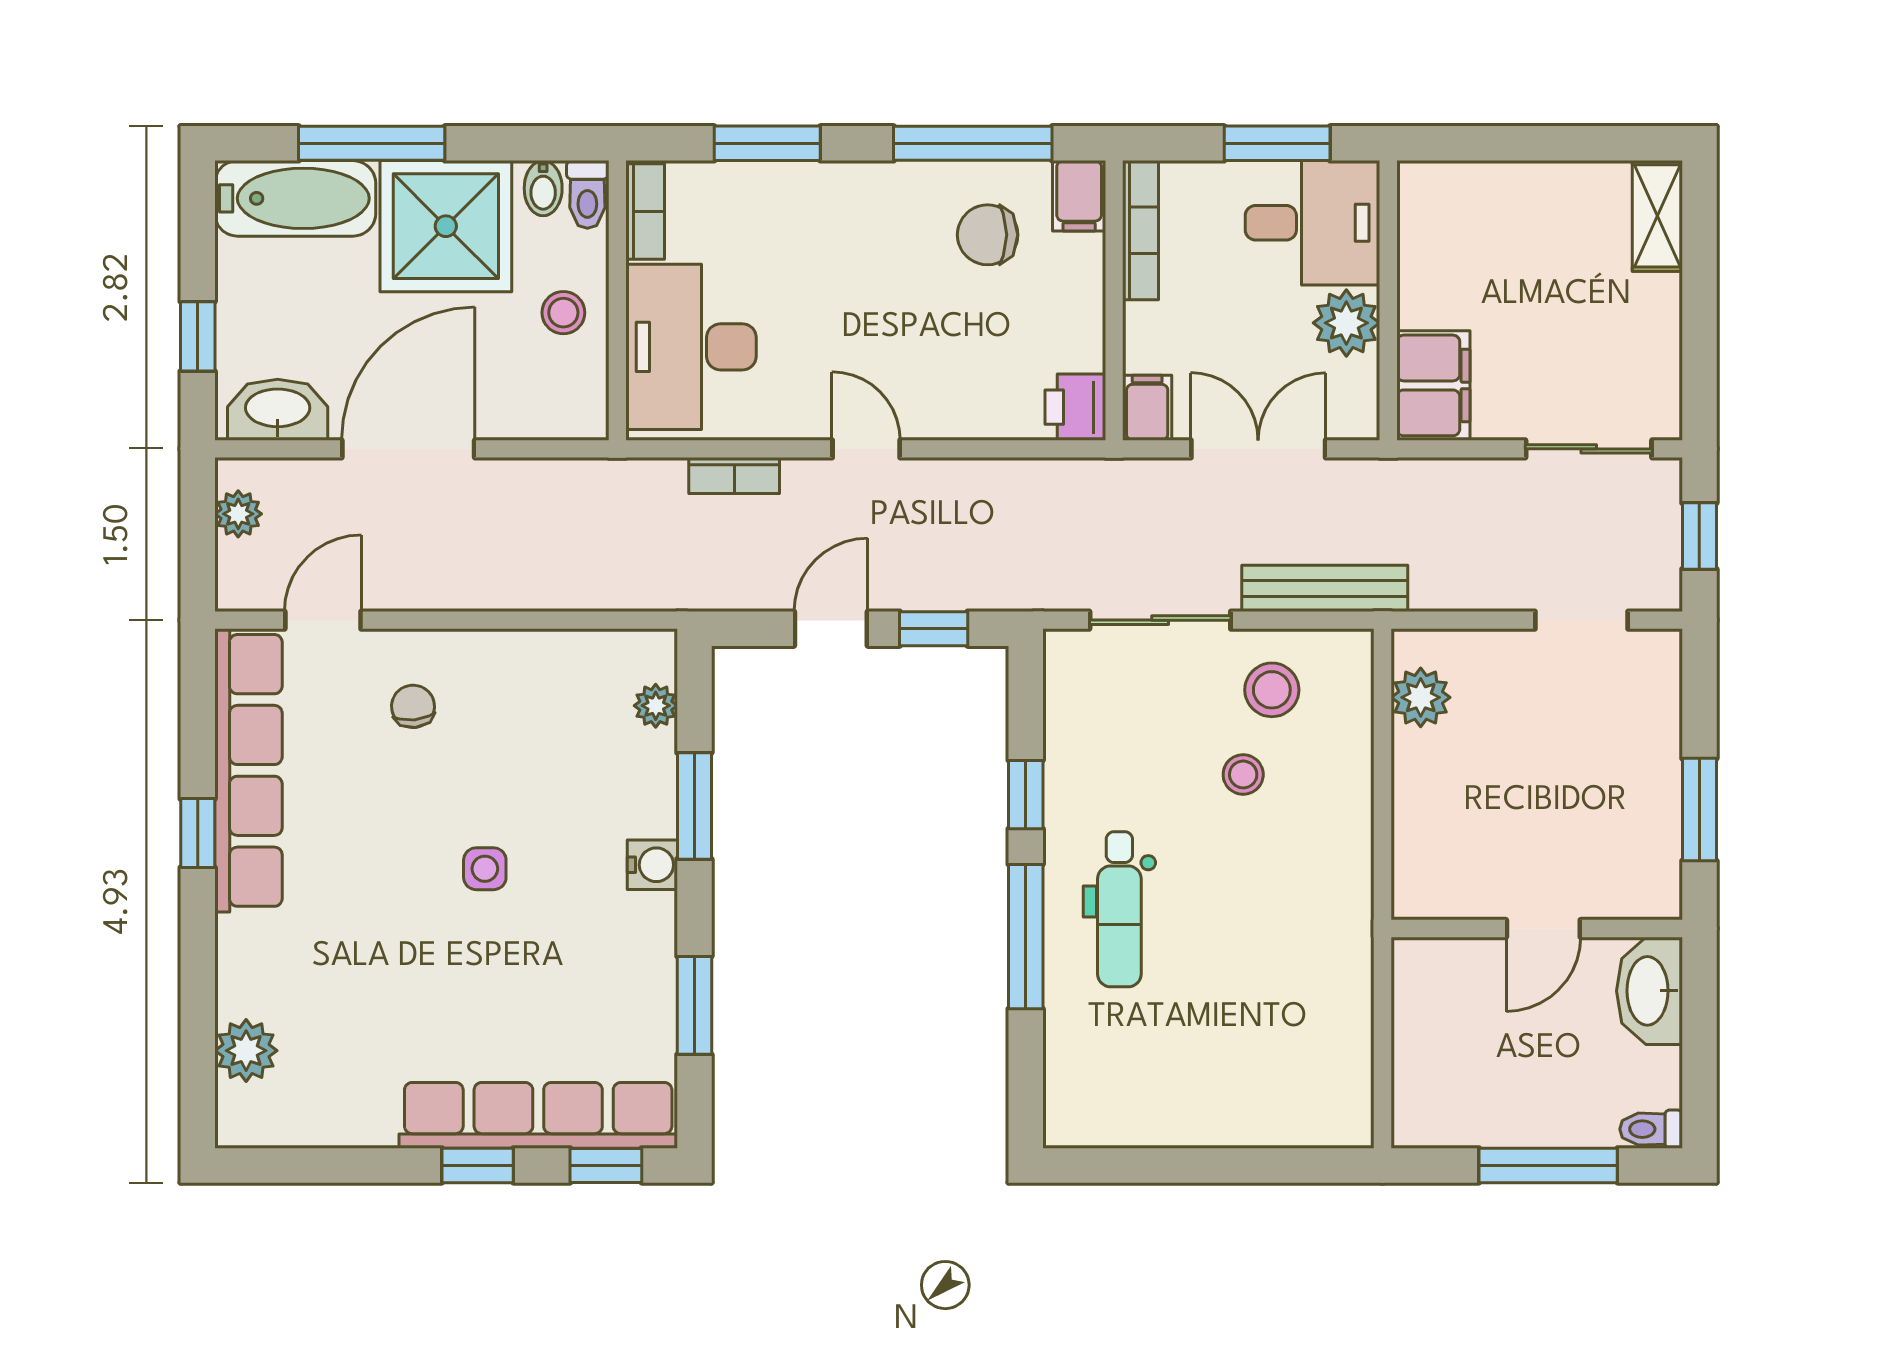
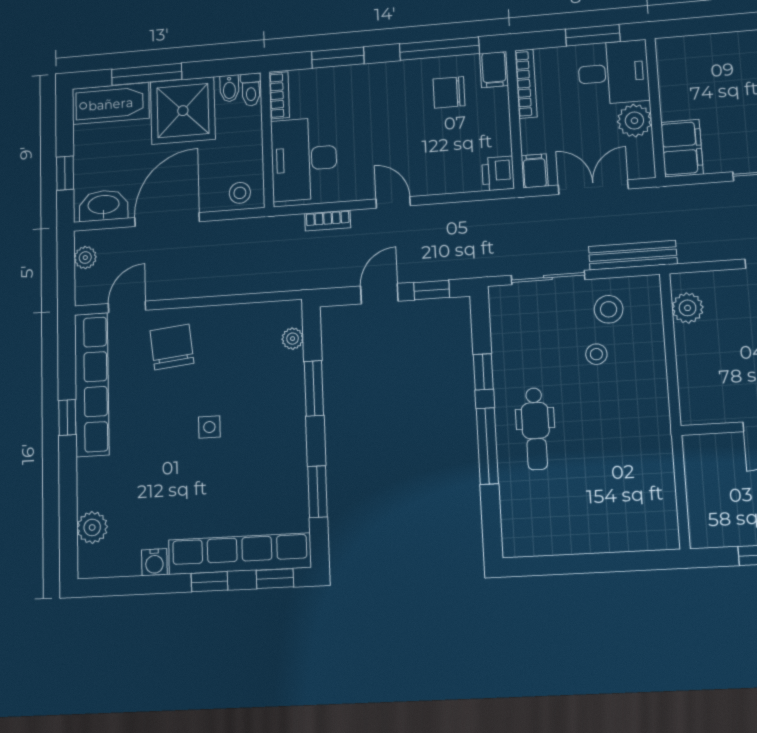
stool: (563, 313) -> (240, 193), moved
chair: (413, 706) -> (172, 347), width x1.87, depth x1.87
water cooler: (652, 865) -> (154, 562), moved, turned 90

